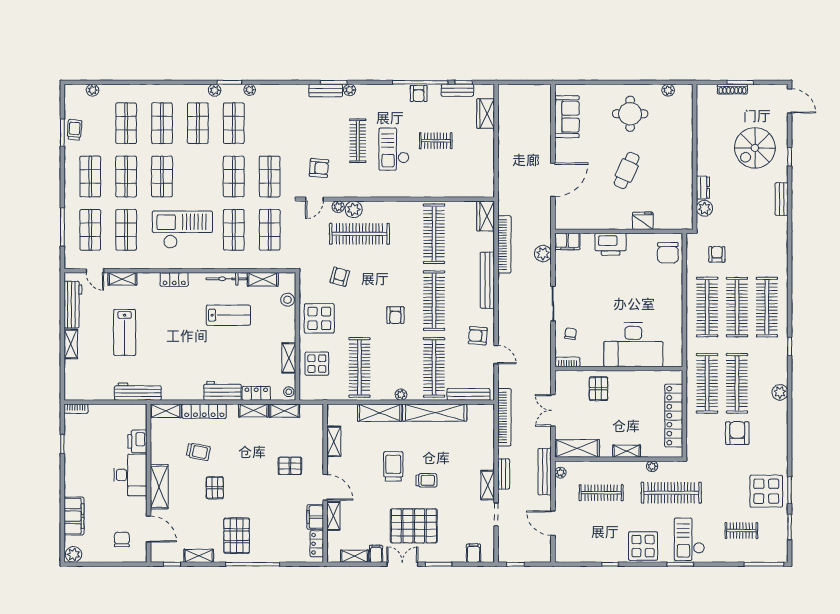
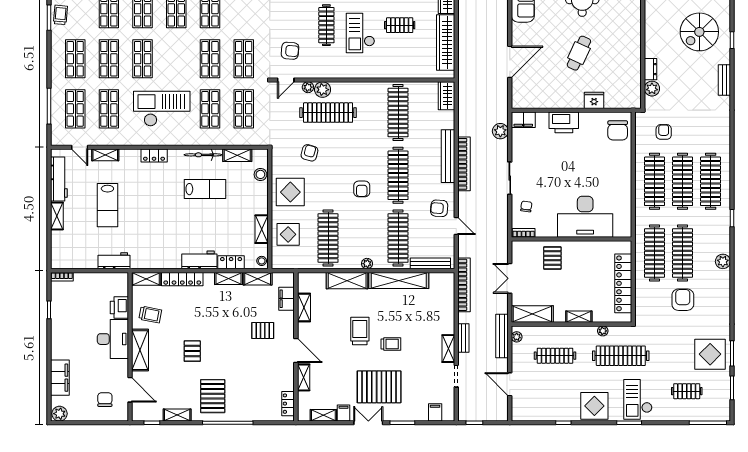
wardrobe: (485, 159) -> (446, 42), added
bookcase: (504, 244) -> (464, 164), moved
workbench: (138, 392) -> (114, 261), width x0.73
trolley: (198, 452) -> (150, 315), moved
filing cabinet: (315, 517) -> (286, 299), moved

